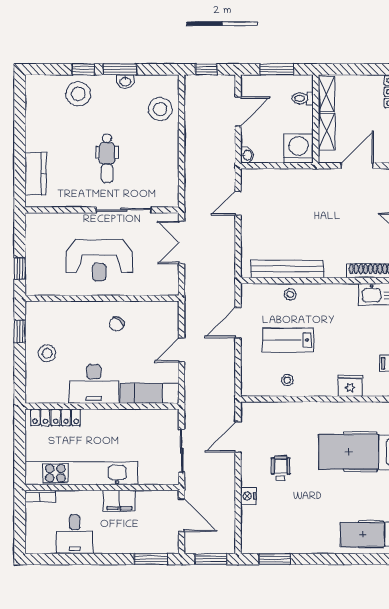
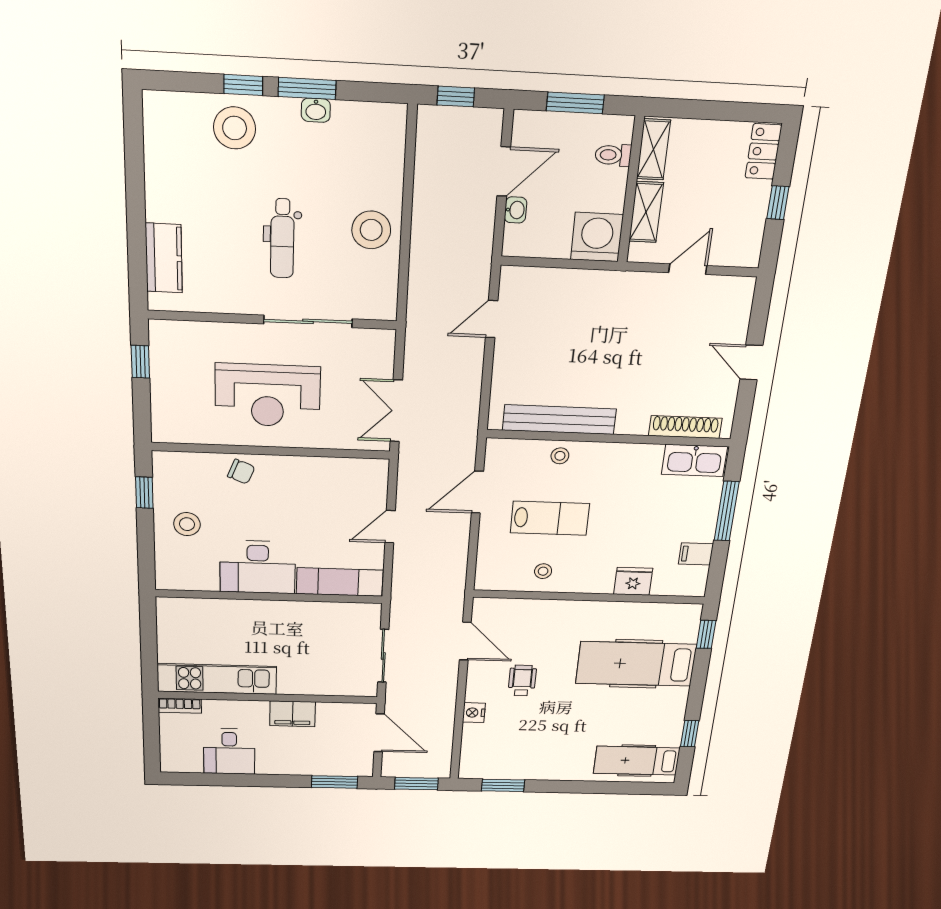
stool: (160, 109) -> (371, 230), moved
washbasin: (247, 155) -> (516, 210), moved
door: (357, 166) -> (688, 269), width x0.73
double door: (181, 242) -> (396, 411), moved
window: (20, 269) -> (140, 362), moved
chair: (117, 324) -> (241, 472), moved, turned -107
lab bench: (288, 340) -> (550, 518), turned 180
locker: (56, 417) -> (201, 609), removed
door: (238, 437) -> (465, 641), swing flipped
kitchen unit: (81, 473) -> (217, 679), width x0.73

